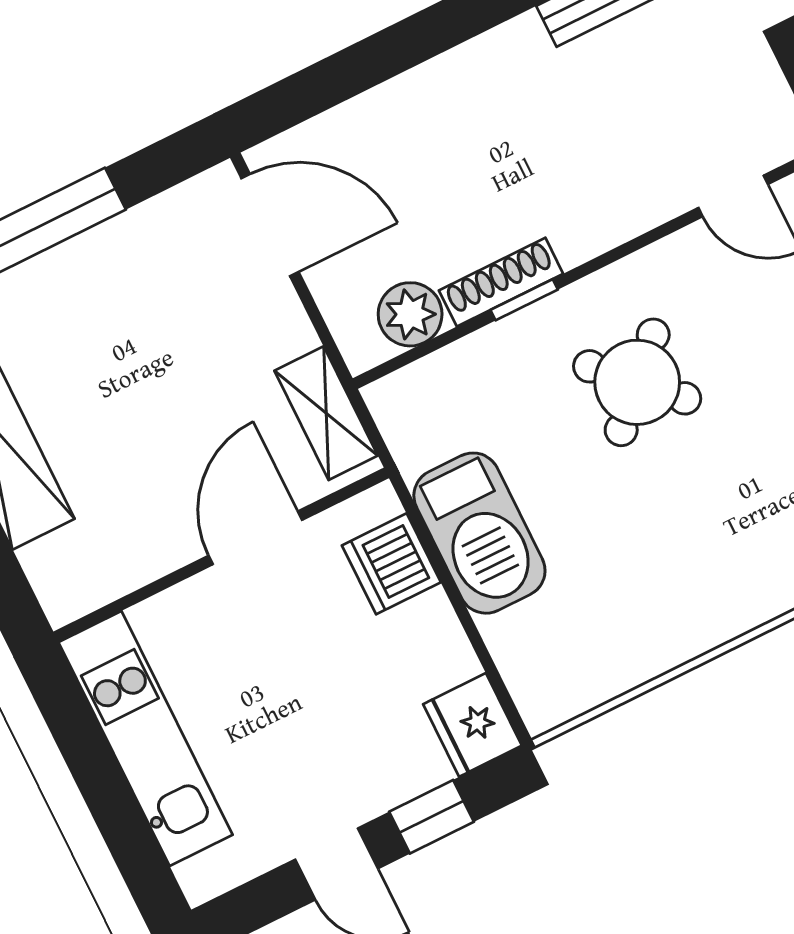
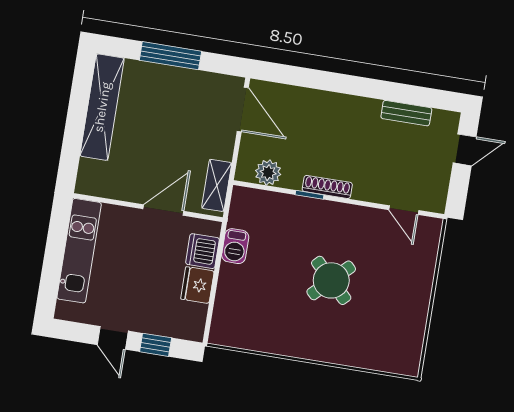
shoe rack: (501, 282) -> (327, 187), moved
round table: (637, 382) -> (331, 280), moved
barbecue: (479, 533) -> (235, 246), width x0.53, depth x0.65
fridge: (472, 725) -> (197, 285), moved

